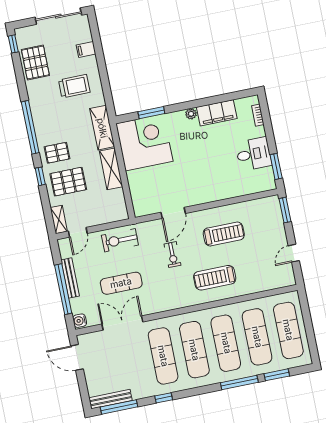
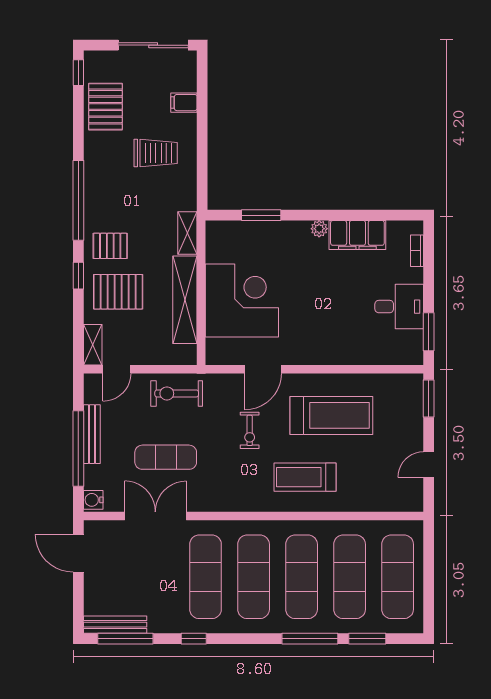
shelving: (102, 128) -> (187, 233), width x0.67, depth x0.75
corner desk: (144, 142) -> (242, 300), moved
shelving: (111, 169) -> (185, 300), width x1.47
treadmill: (224, 234) -> (331, 415), width x1.37, depth x1.38

